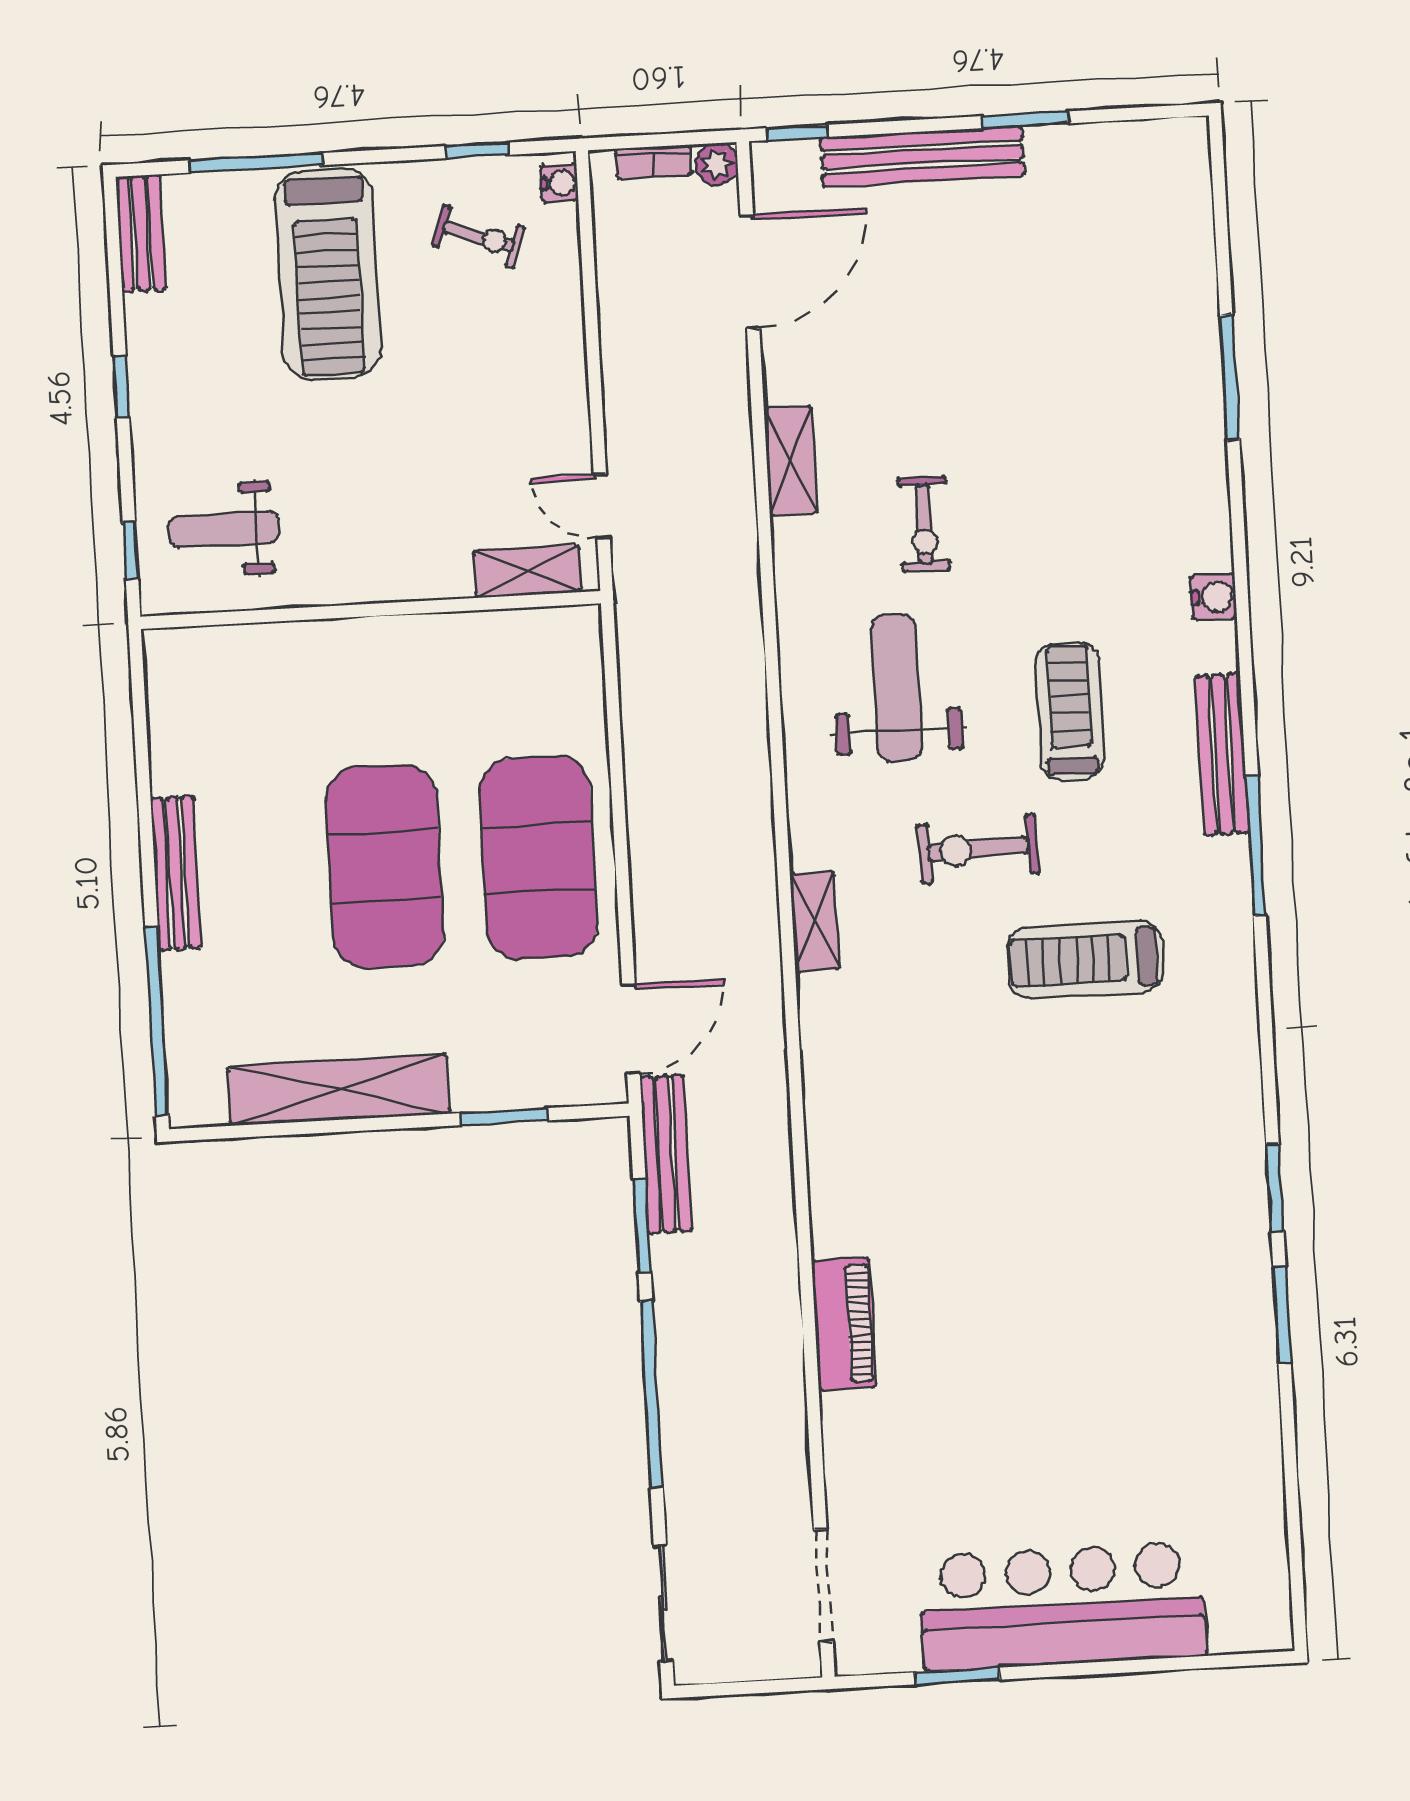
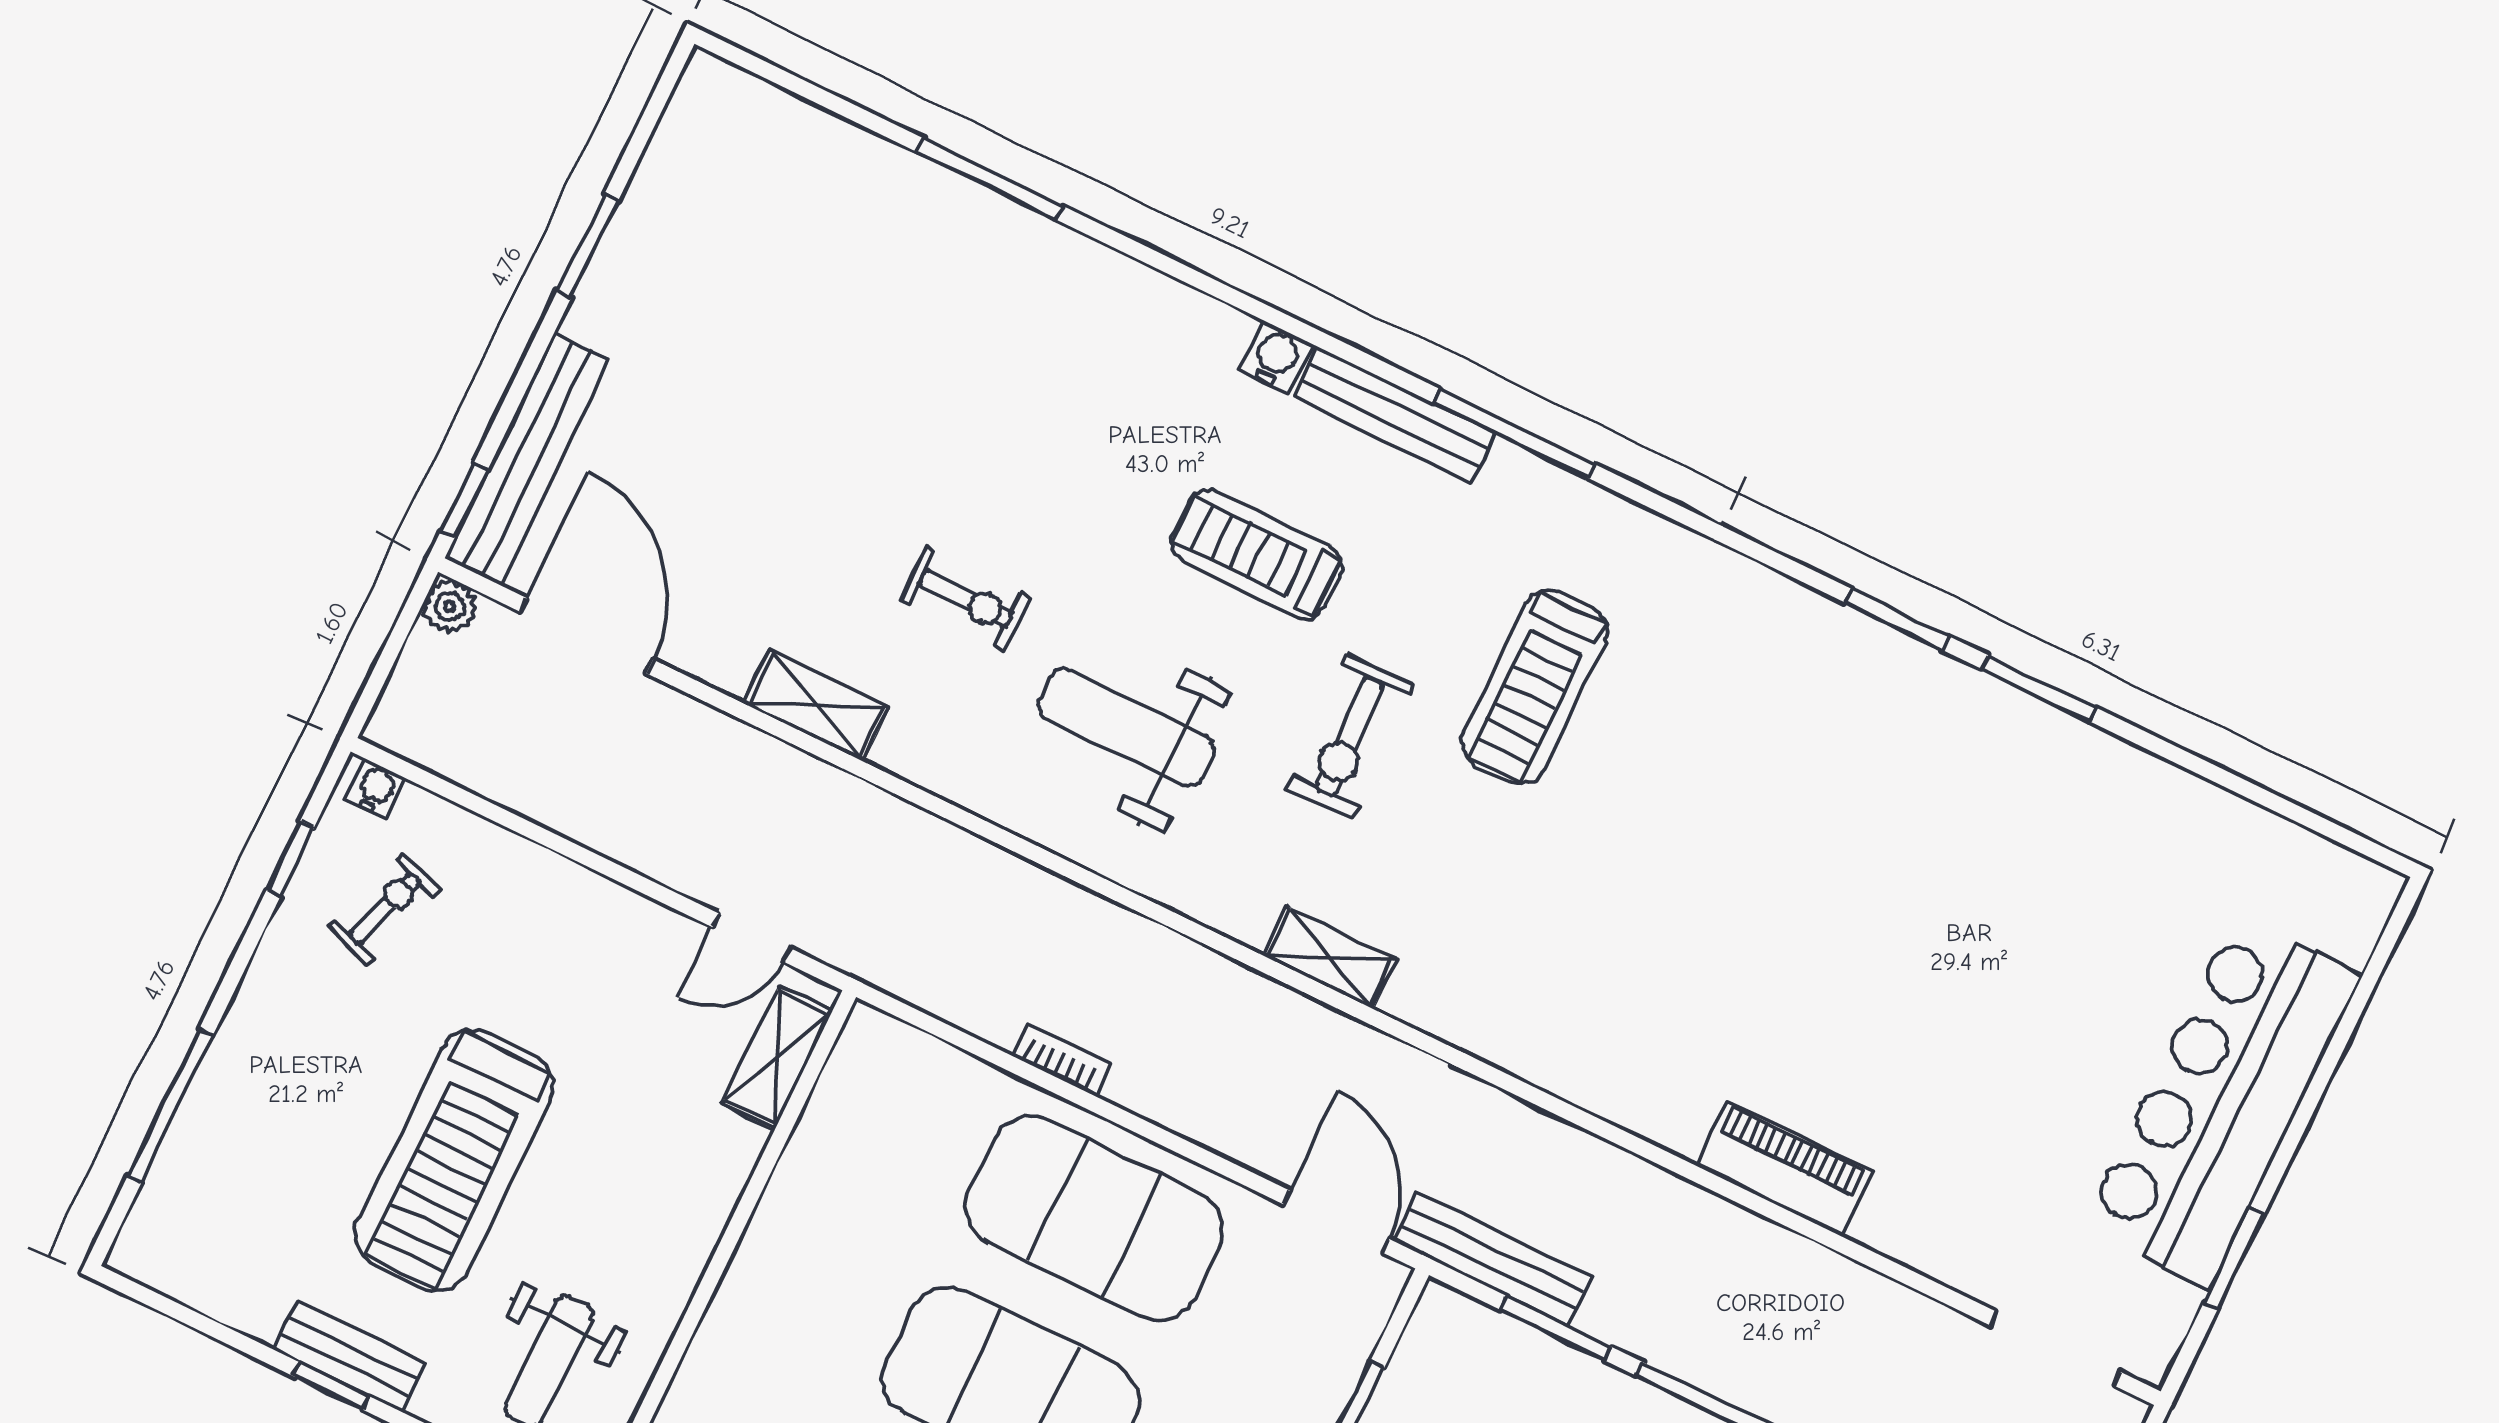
bench: (922, 157) -> (527, 459), moved
bookcase: (653, 162) -> (1062, 1059), moved, turned -90
bench: (141, 233) -> (349, 1356), moved
treadmill: (328, 274) -> (455, 1160), moved, turned 90
water cooler: (1213, 597) -> (1276, 357), moved

